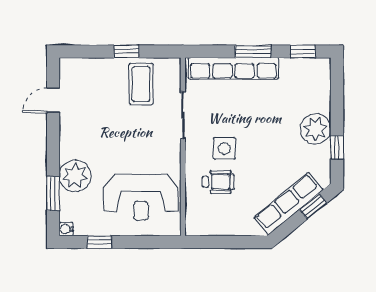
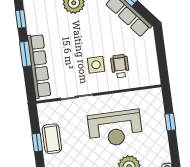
coffee table: (141, 84) -> (52, 139), moved, turned 90
reception desk: (141, 197) -> (115, 129), moved, turned 90
window: (99, 242) -> (170, 122), moved

